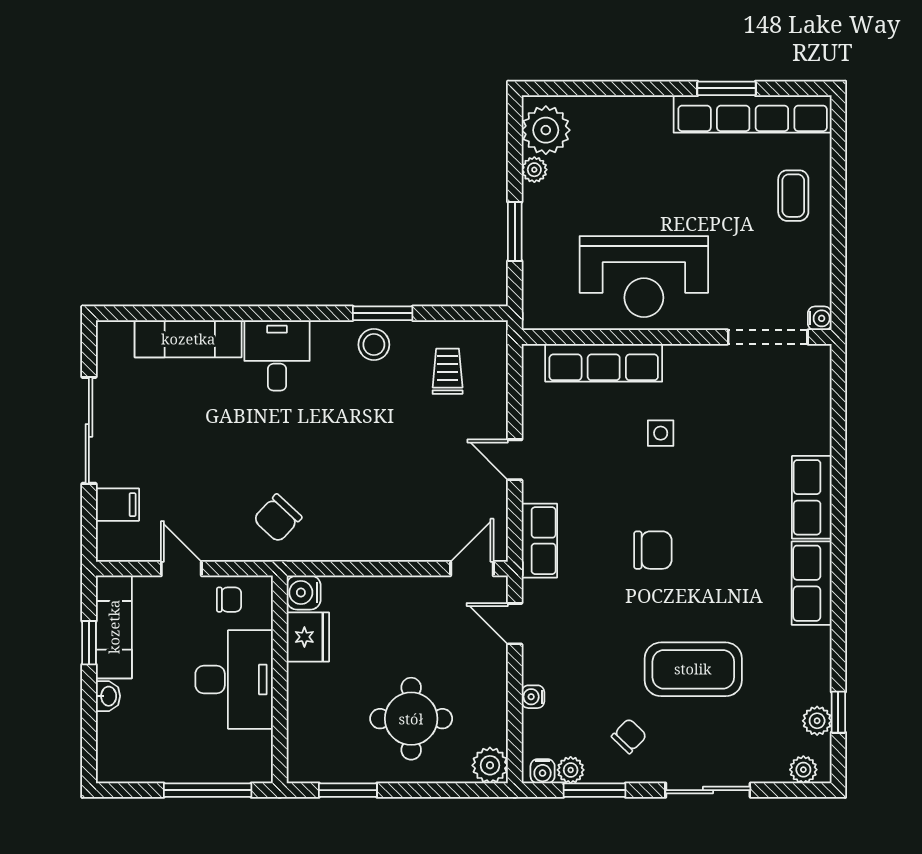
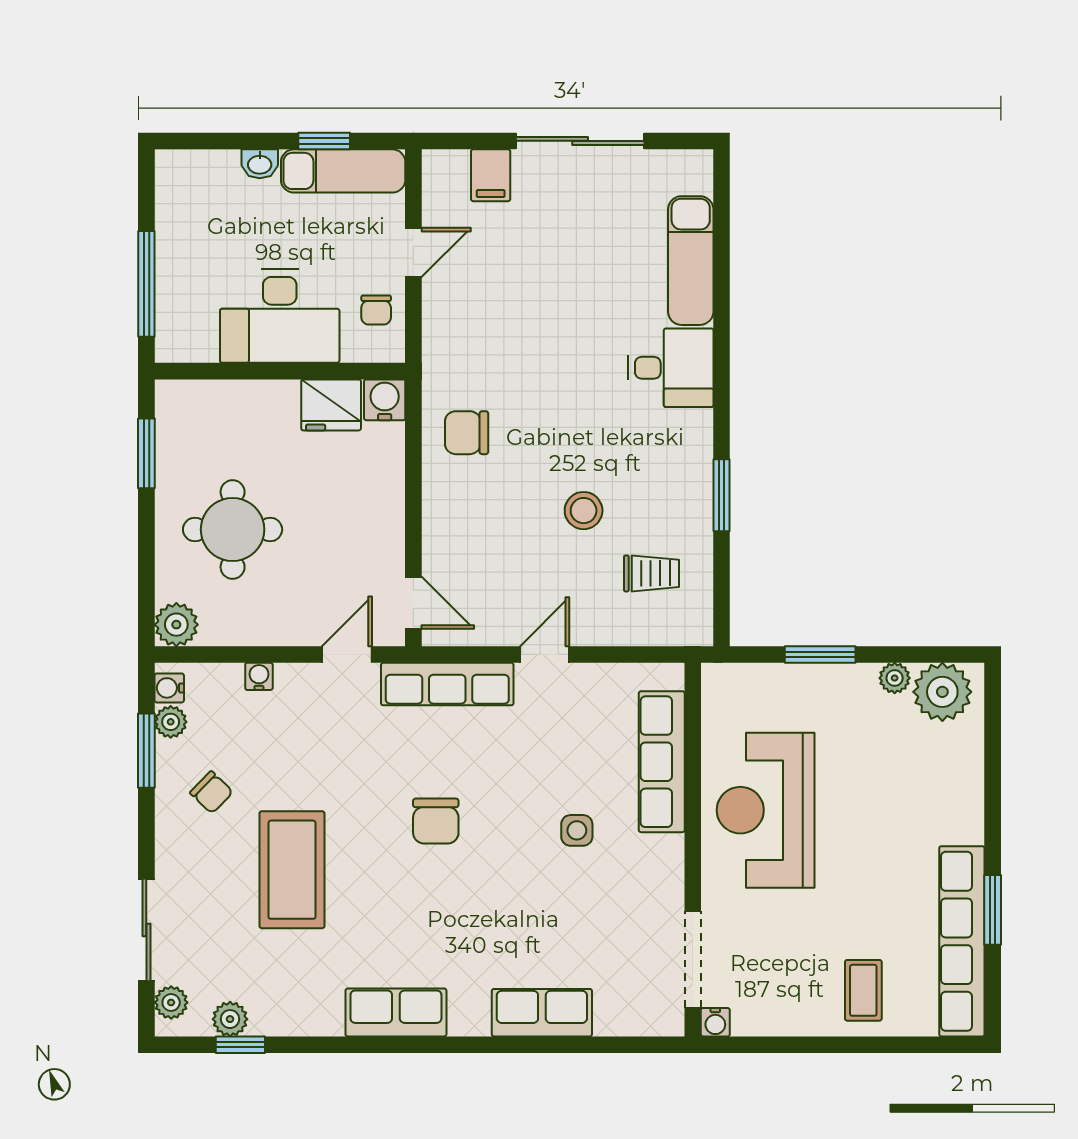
coffee table: (793, 196) -> (863, 990), turned 90
stool: (374, 345) -> (584, 511), moved
row of seats: (812, 497) -> (542, 1013), moved
chair: (278, 518) -> (467, 433), moved, turned -43
row of seats: (539, 541) -> (447, 684), width x1.48
sliding door: (708, 790) -> (146, 930), moved

